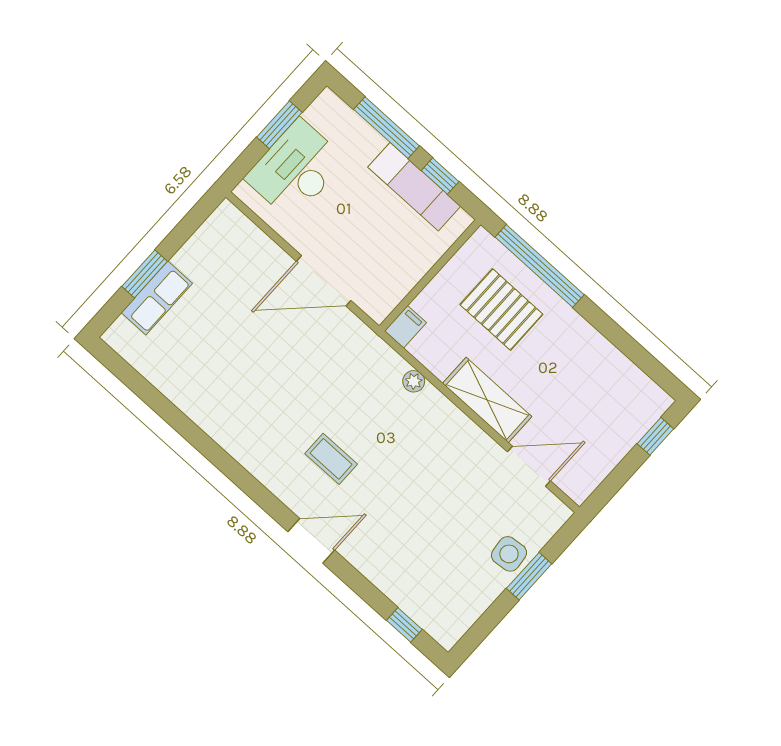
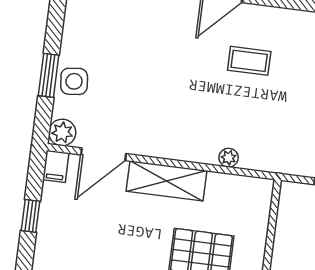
filing cabinet: (405, 327) -> (56, 166), moved
window: (655, 436) -> (31, 216), moved
plant: (553, 514) -> (62, 132), added

